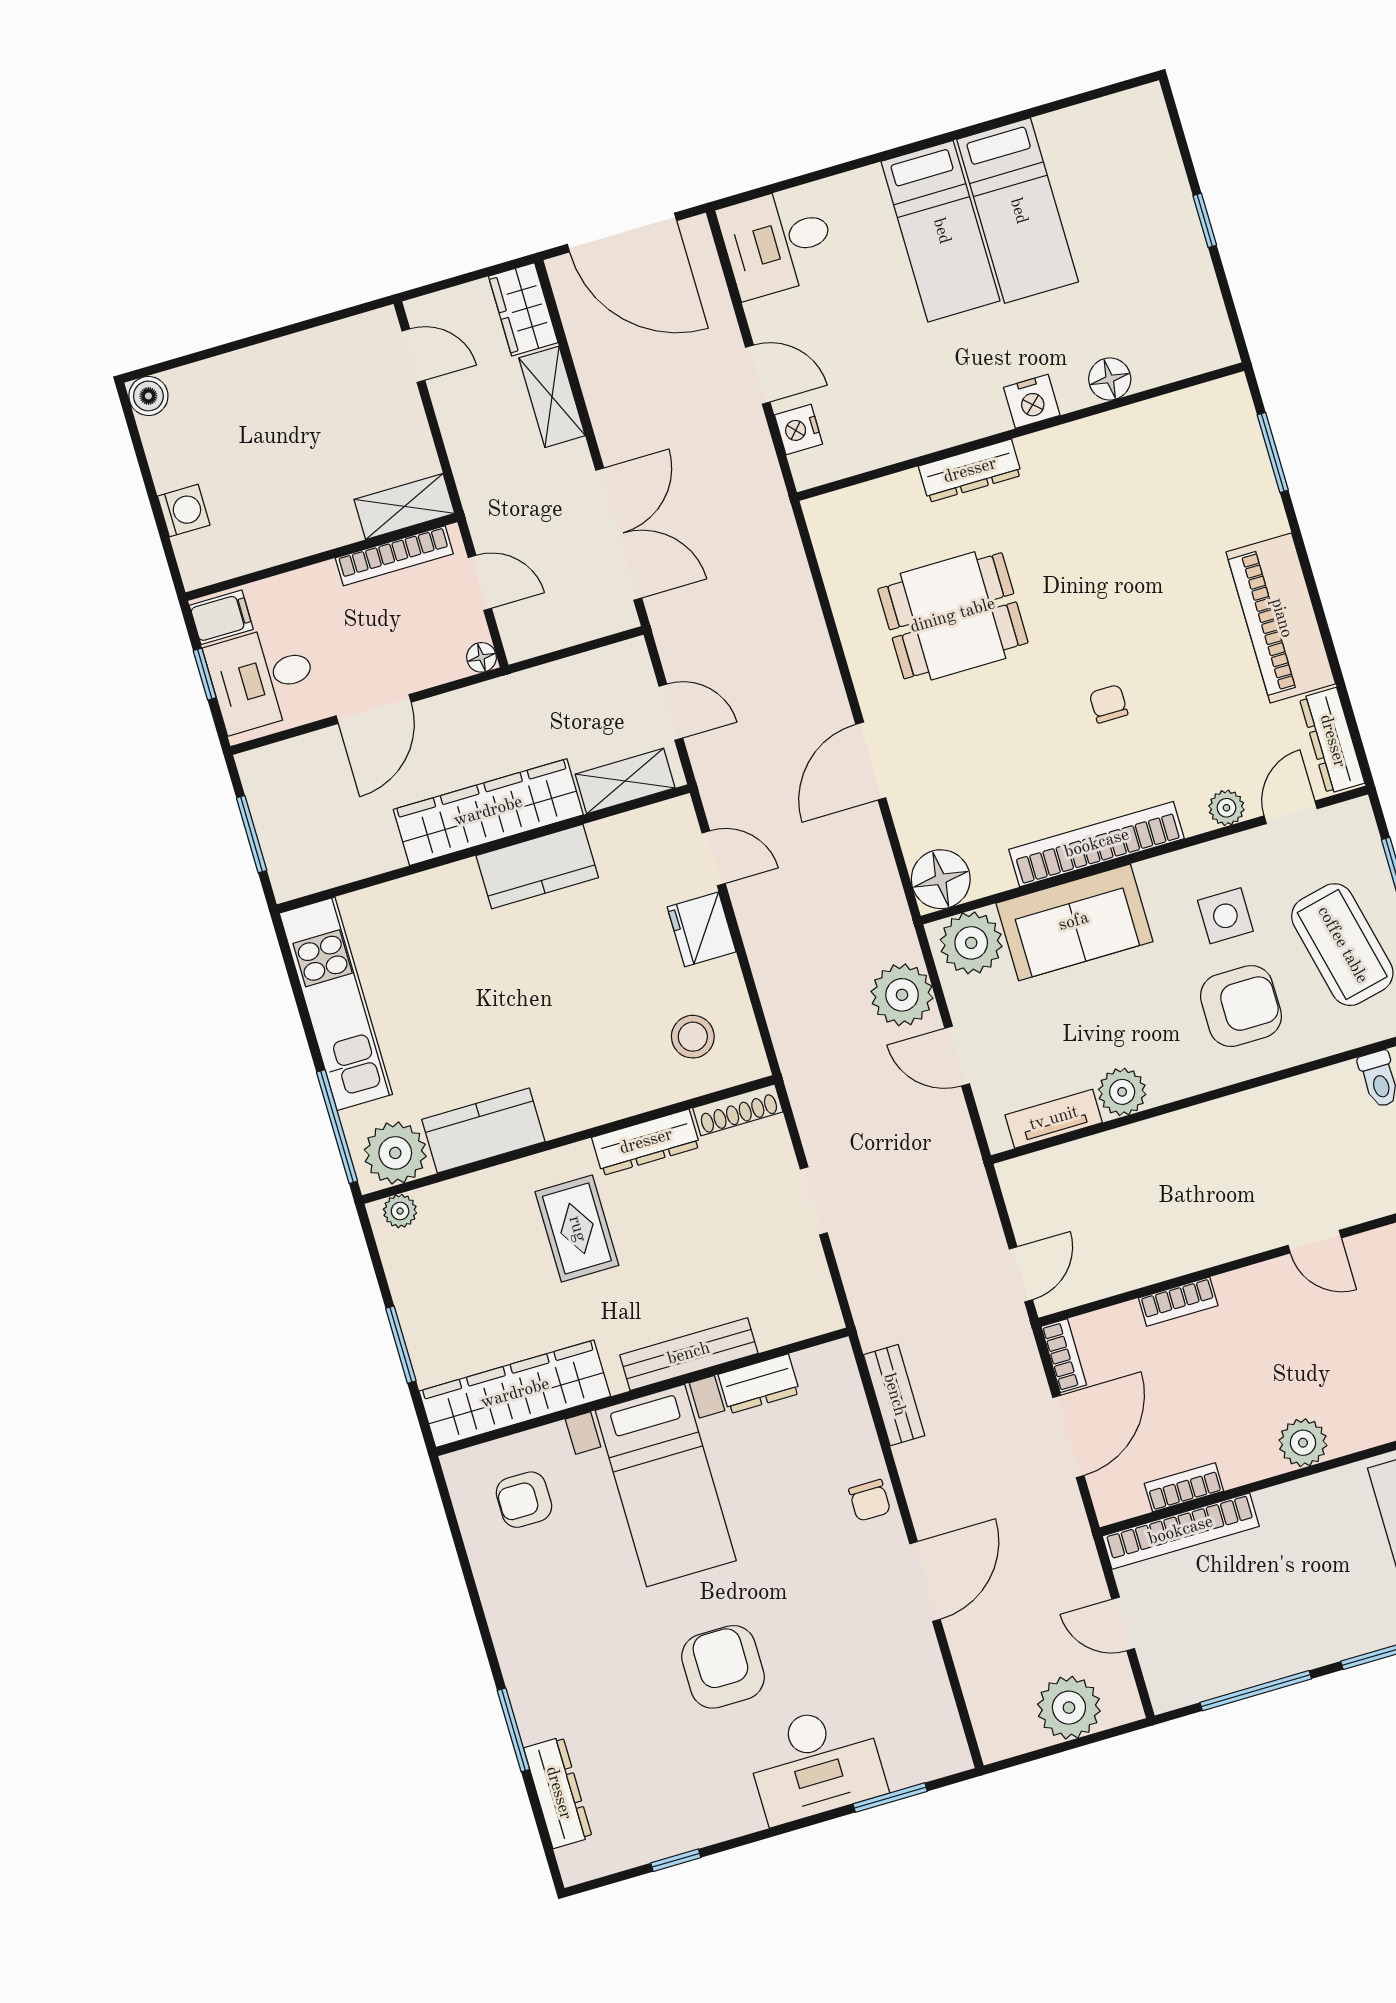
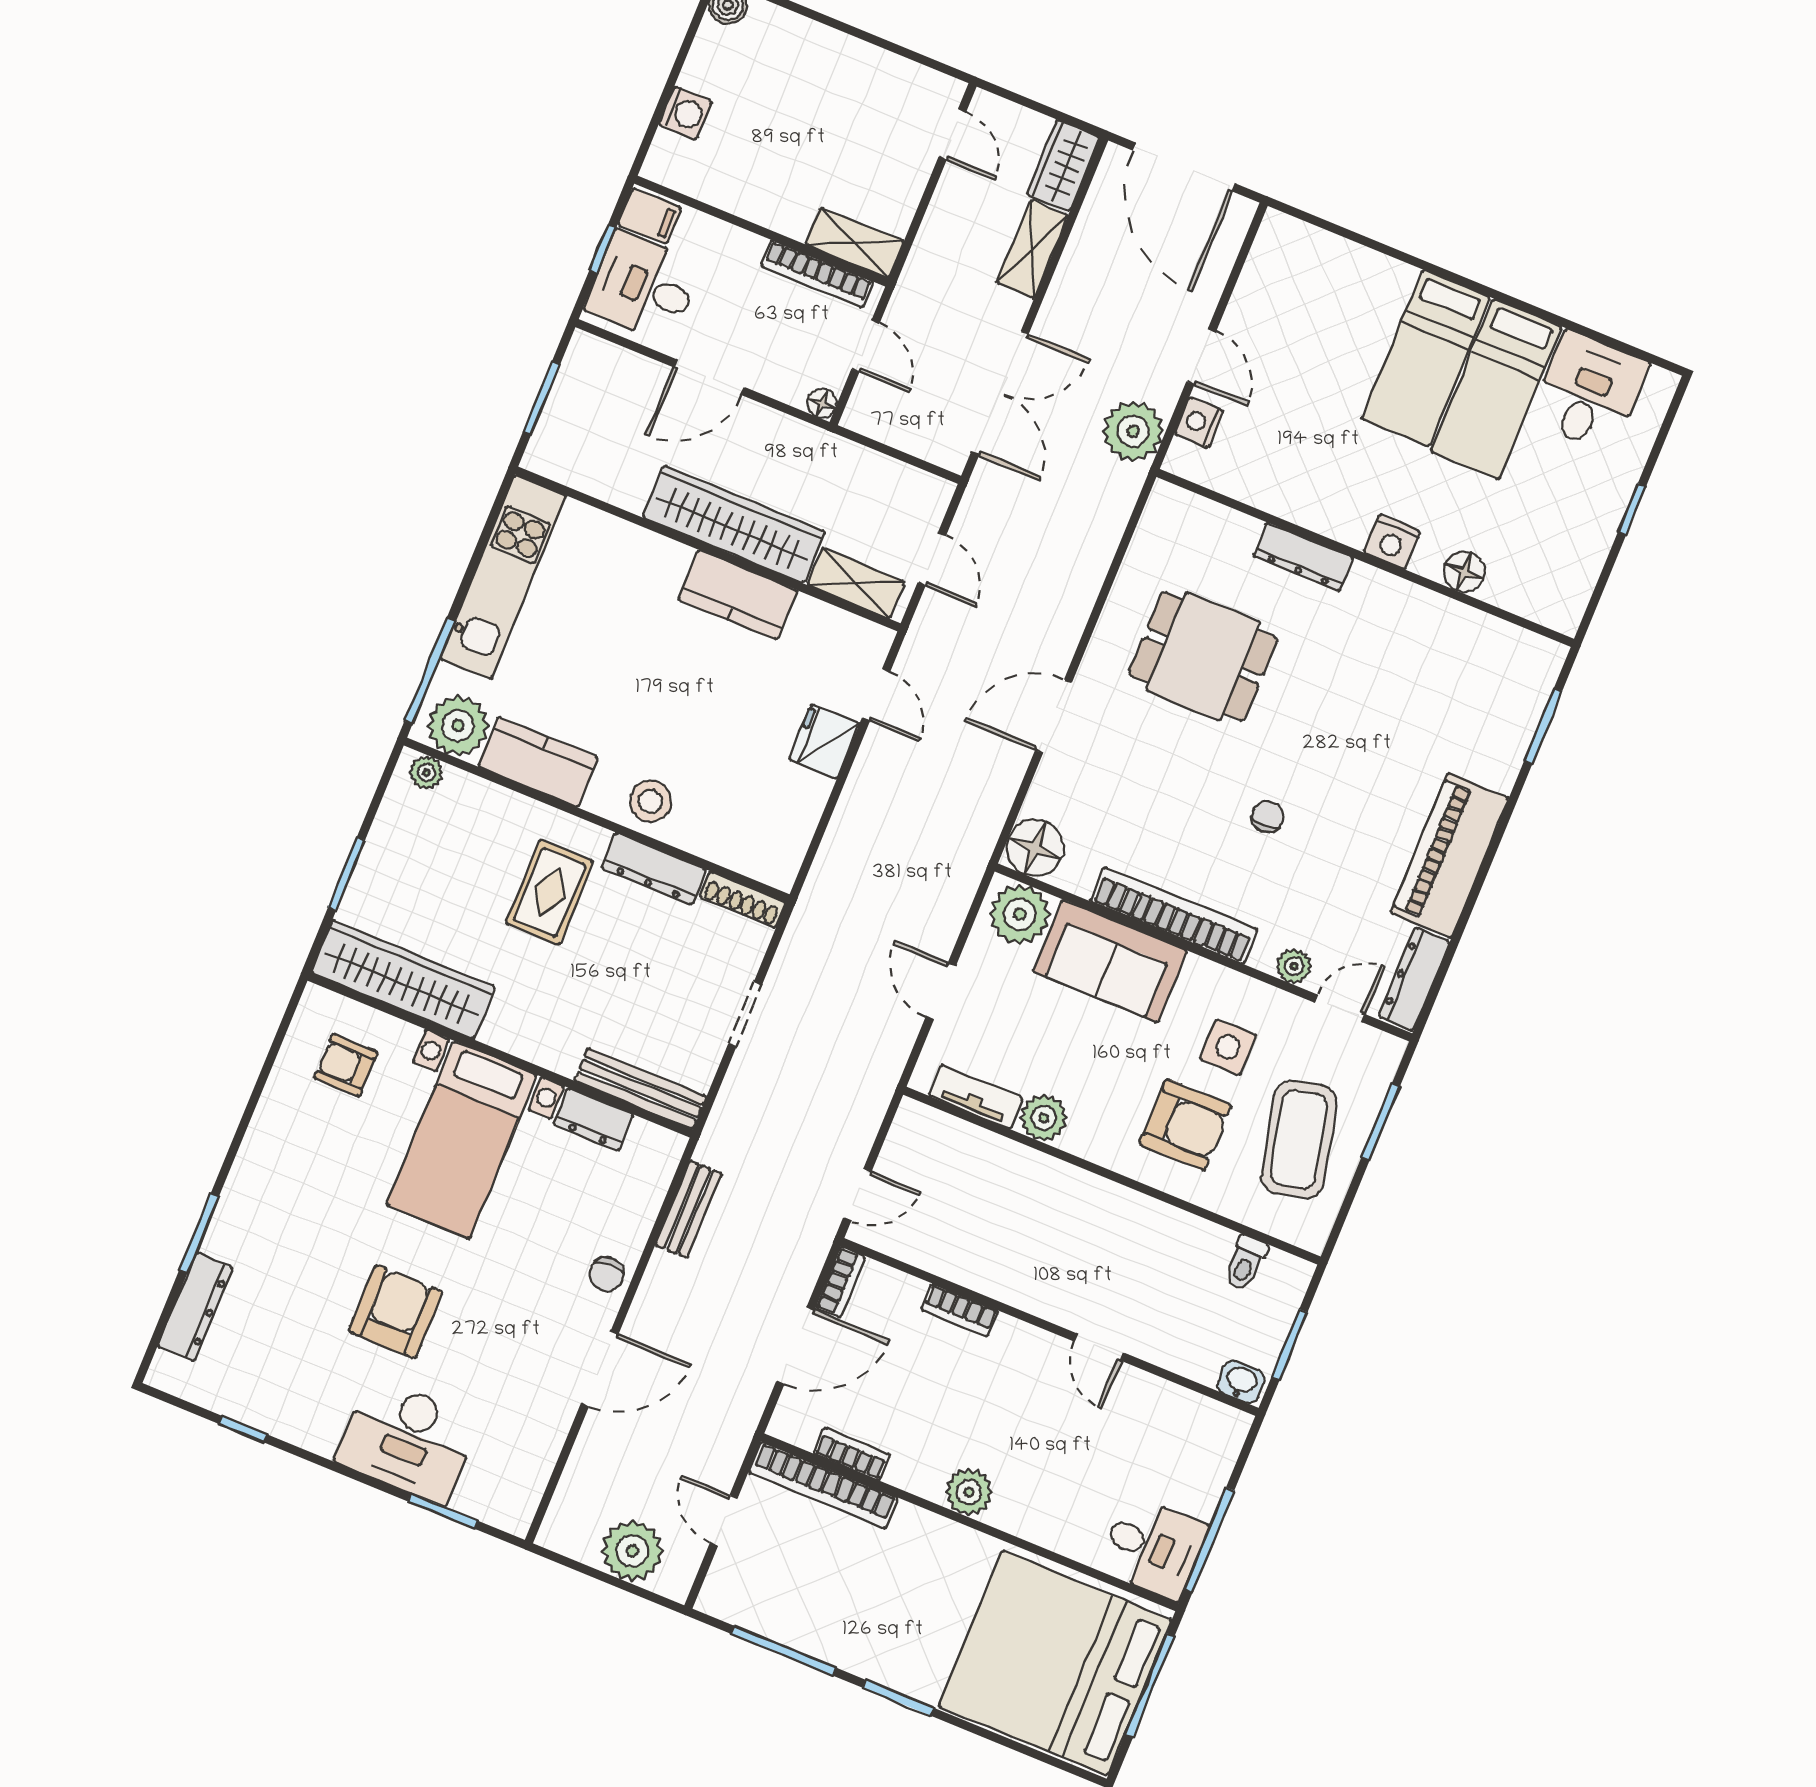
desk: (778, 242) -> (1589, 392), moved, turned 90
plant: (902, 995) -> (1133, 431), moved
stool: (693, 1037) -> (650, 801), moved
bench: (689, 1354) -> (640, 1088), moved

